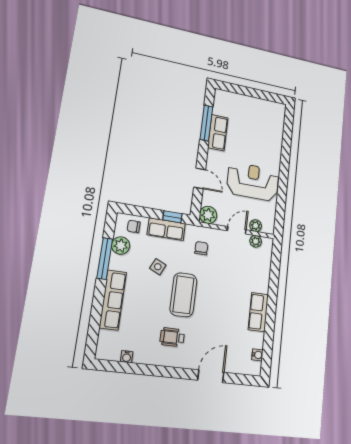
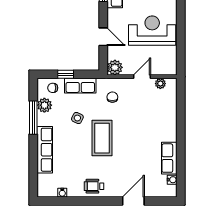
window: (172, 217) -> (66, 74), moved
plant: (256, 226) -> (159, 70), removed
row of seats: (258, 312) -> (169, 158), moved
wheelchair: (172, 337) -> (94, 186), moved

